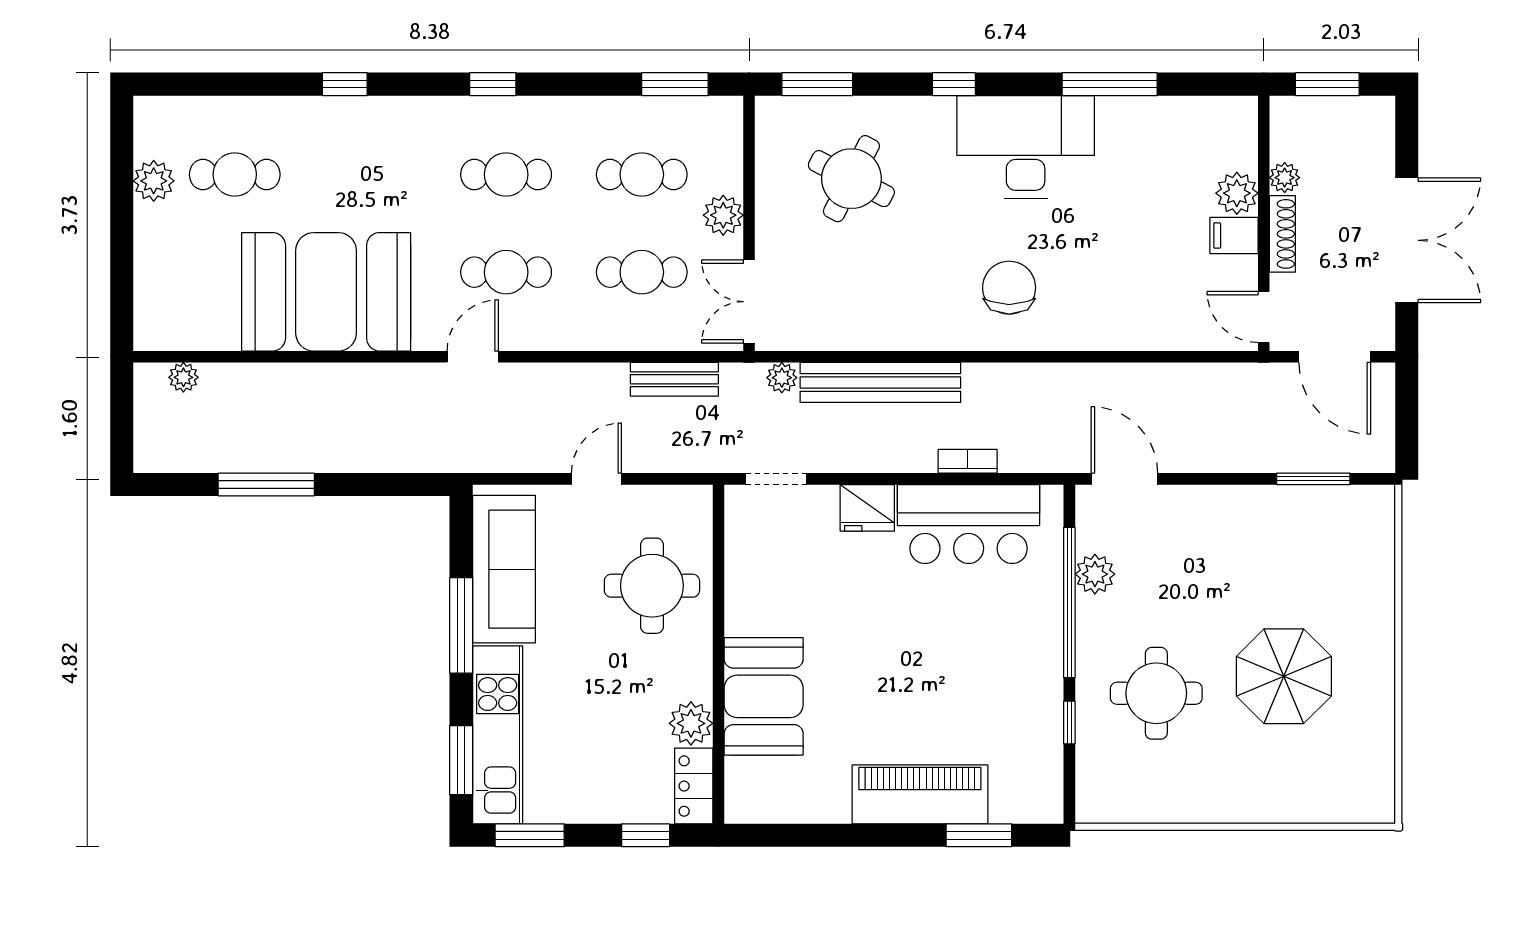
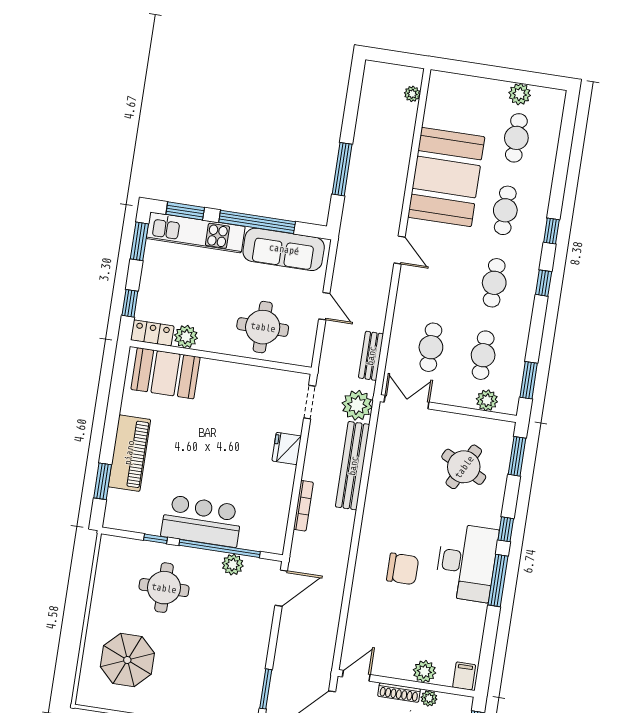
window: (345, 84) -> (551, 231), moved
window: (1110, 84) -> (498, 580), moved
plant: (723, 215) -> (487, 400), moved
filing cabinet: (1234, 235) -> (464, 676), moved
cafe table: (506, 272) -> (505, 210), moved
chair: (1009, 288) -> (403, 569), moved
plant: (782, 378) -> (357, 405), width x1.88, depth x1.88
bookcase: (968, 461) -> (303, 506), width x1.56
window: (266, 485) -> (342, 169), moved
bar counter: (969, 524) -> (202, 521), moved, turned 90
window: (461, 625) -> (257, 222), width x1.46
parasol: (1284, 676) -> (127, 660), moved
booth: (764, 696) -> (166, 373), moved

